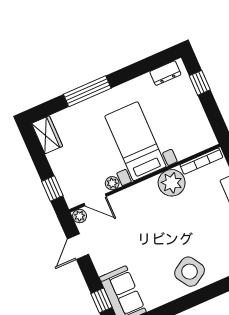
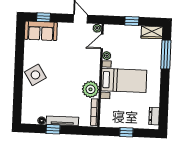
window: (200, 83) -> (126, 132), moved
window: (87, 91) -> (166, 55), moved
window: (52, 189) -> (132, 21), moved

